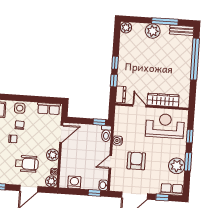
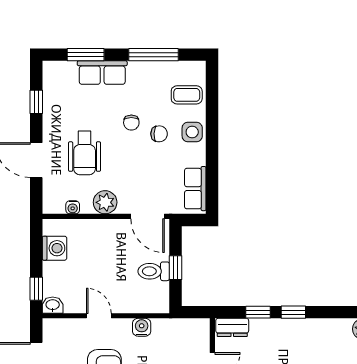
window: (99, 122) -> (175, 268), moved
toilet: (106, 134) -> (154, 271), moved
plant: (51, 181) -> (53, 203), removed

